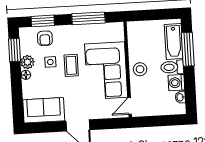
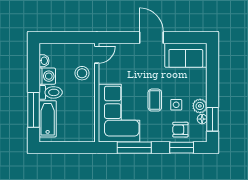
armchair: (45, 38) -> (180, 130), turned -90
stool: (140, 69) -> (82, 73), moved
corner sofa: (106, 71) -> (119, 113), moved
floor lamp: (26, 75) -> (202, 119), moved

